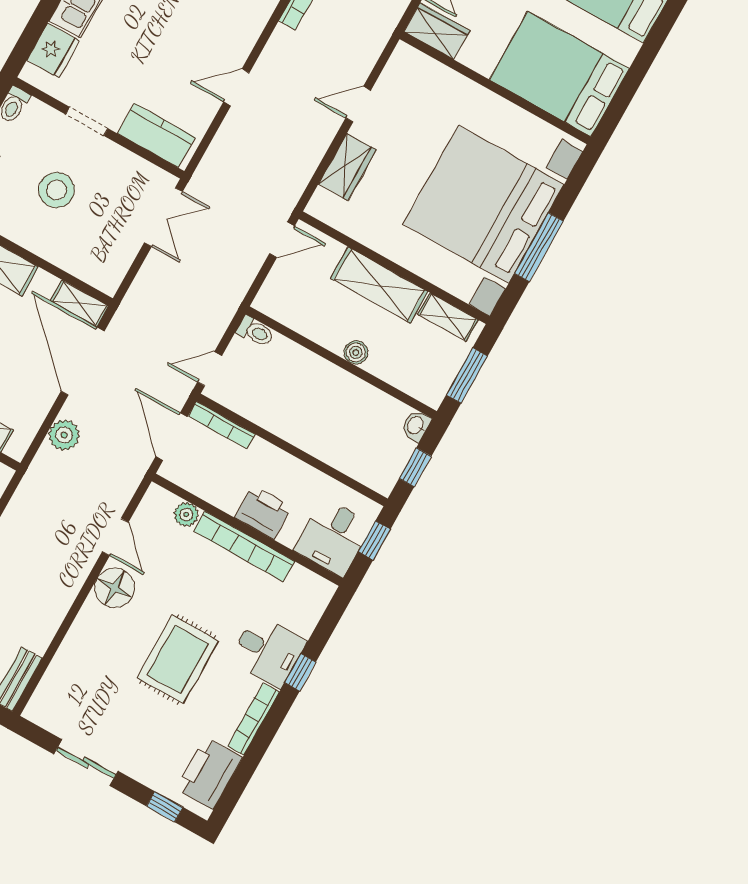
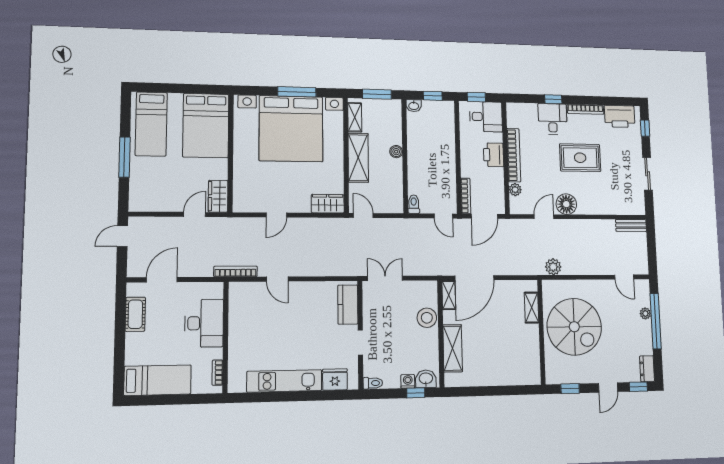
door: (236, 87) -> (277, 279), moved
door: (358, 104) -> (276, 215), hinge flipped
wardrobe: (347, 167) -> (328, 204), moved
stool: (57, 190) -> (427, 318), moved
plant: (64, 435) -> (553, 267), moved

